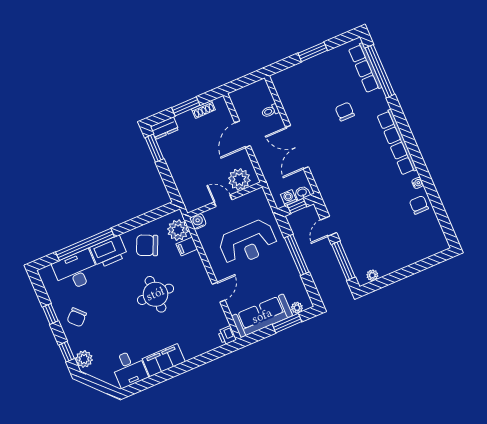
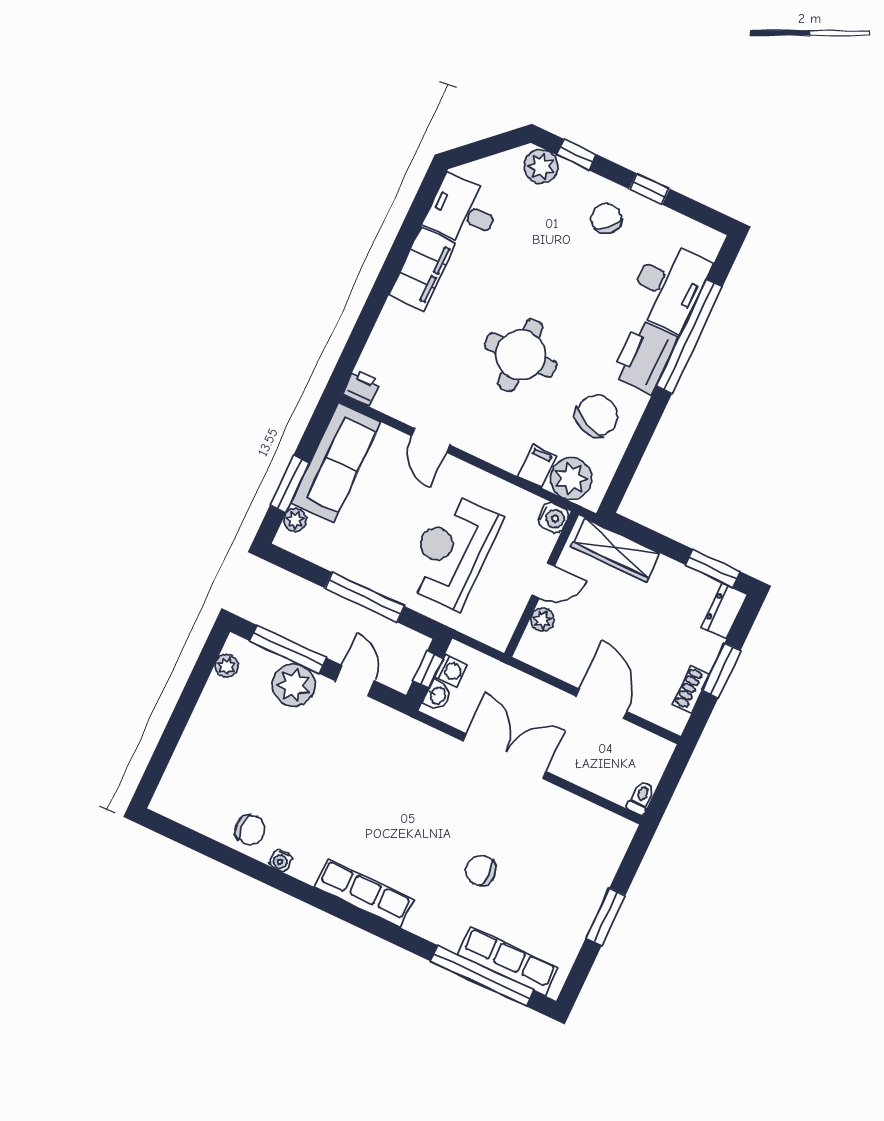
toilet: (270, 111) -> (641, 798), moved
chair: (345, 112) -> (481, 870), turned 180
row of seats: (397, 142) -> (364, 893), width x0.73
plant: (239, 179) -> (543, 620), width x0.53, depth x0.53
wardrobe: (185, 188) -> (616, 550), added
plant: (353, 245) -> (294, 685), added

